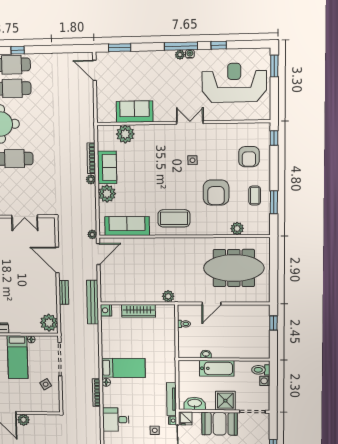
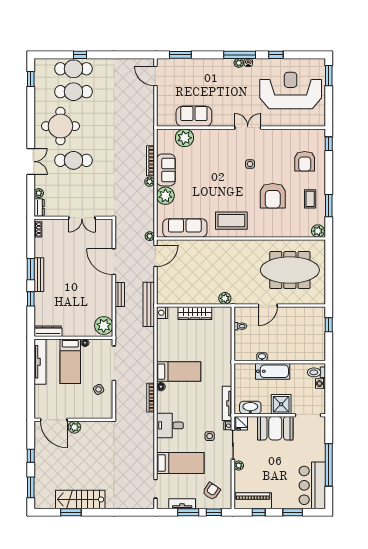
plant: (237, 228) -> (318, 231), moved

